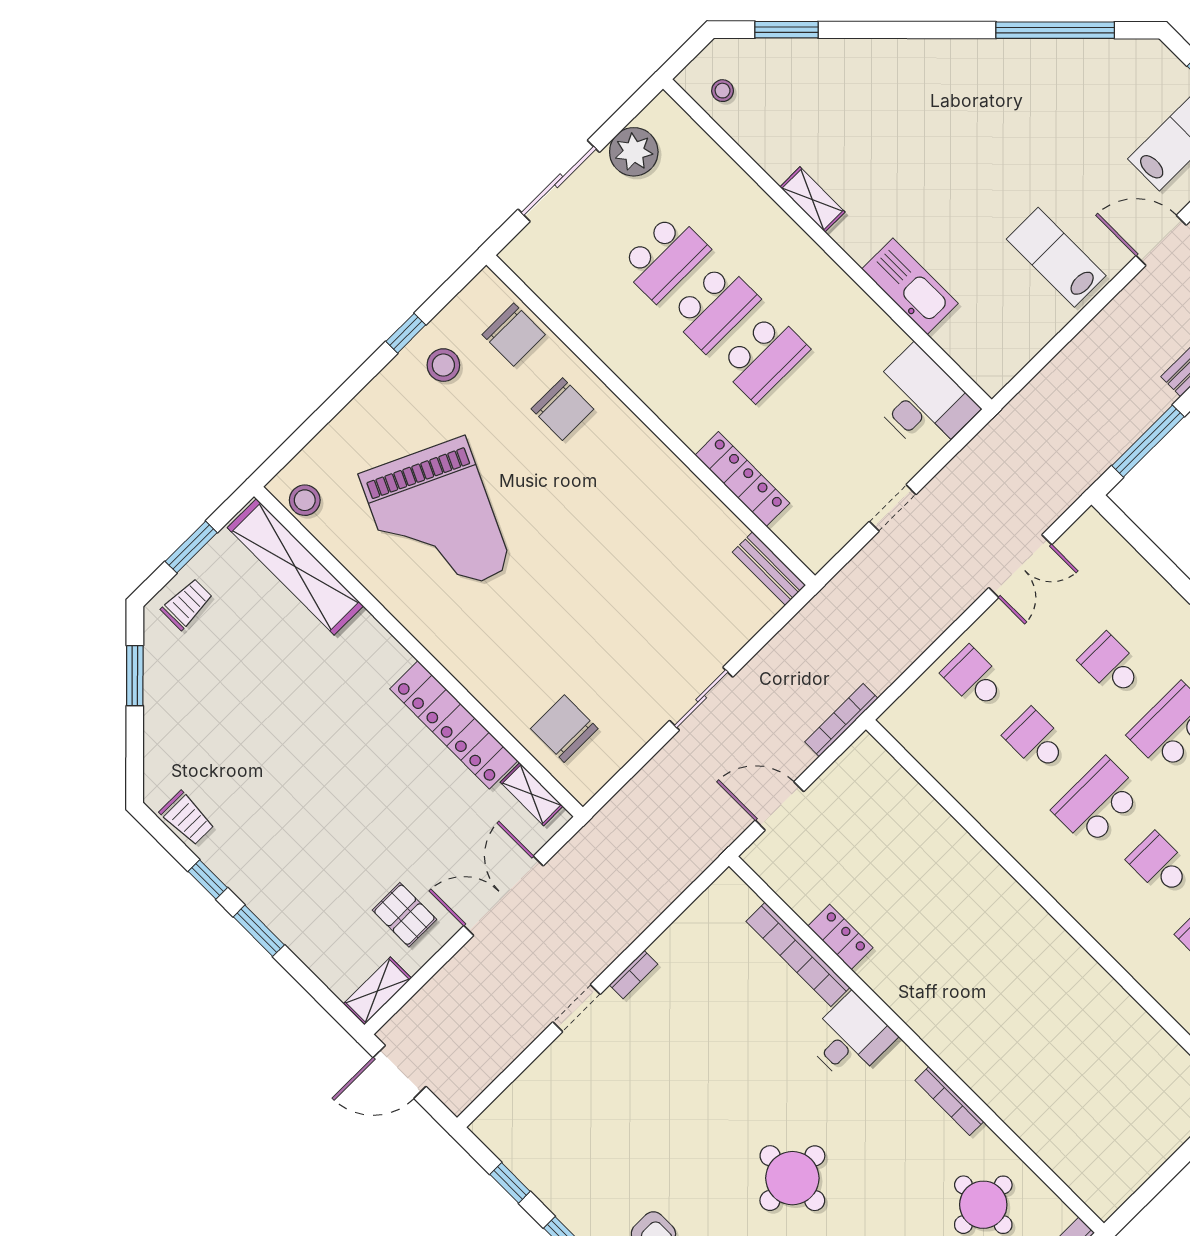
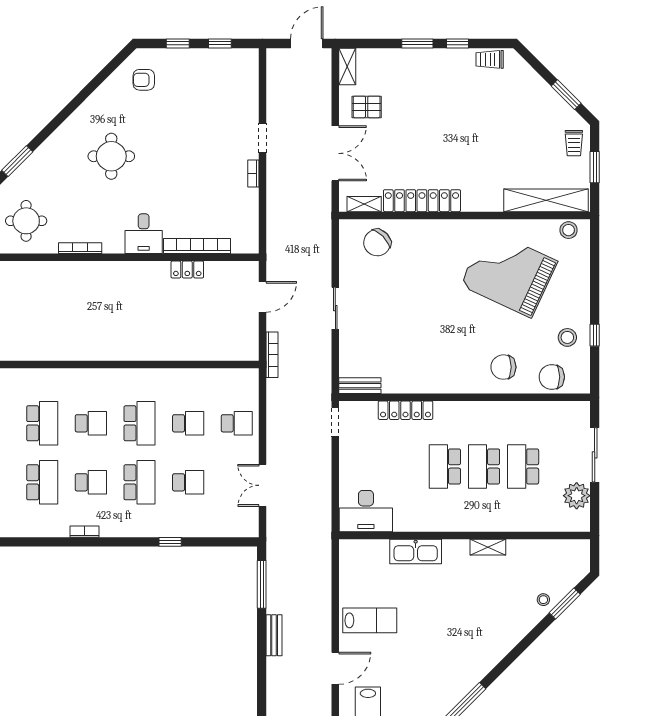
stool: (723, 91) -> (543, 600), moved
doorway: (893, 508) -> (335, 422), moved
chair: (564, 729) -> (377, 243), turned 136

